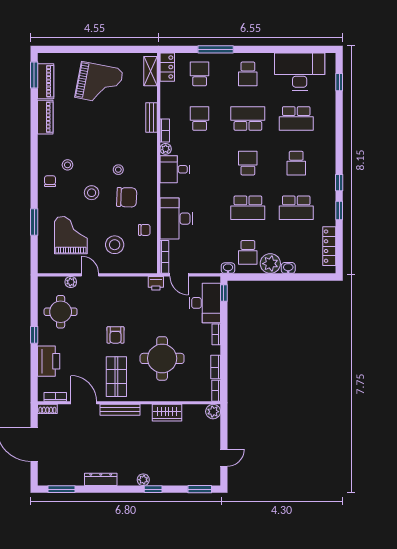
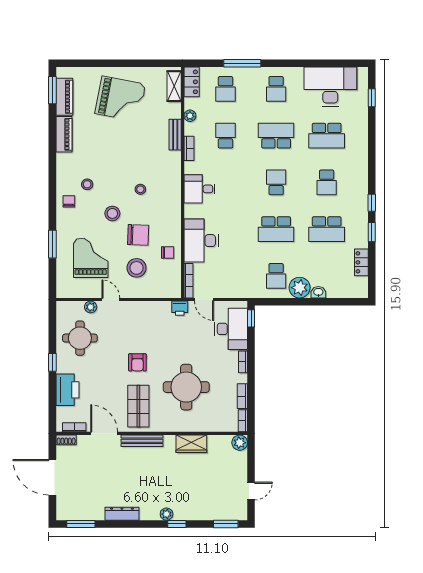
school desk: (200, 74) -> (225, 89), turned 180
plant: (166, 149) -> (190, 116), moved
chair: (127, 197) -> (138, 235), moved
locker: (329, 246) -> (361, 262), width x0.66
washbasin: (228, 268) -> (255, 292), removed

